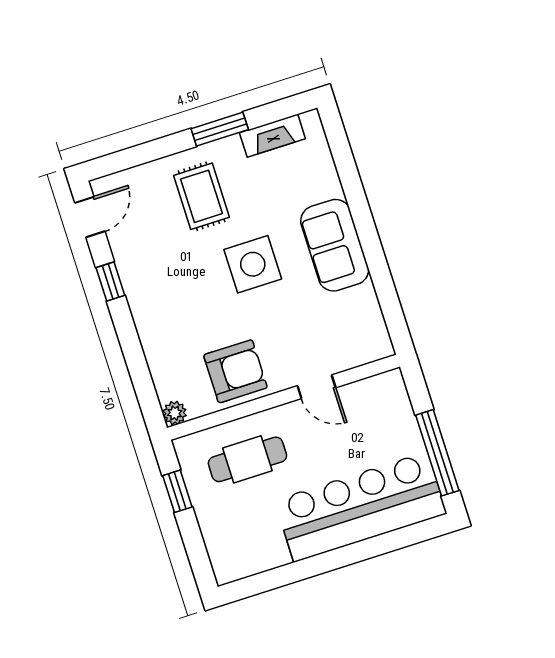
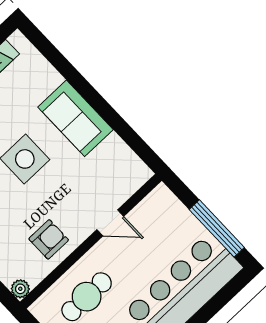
armchair: (235, 371) -> (49, 239), width x0.72, depth x0.72

